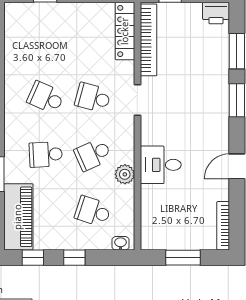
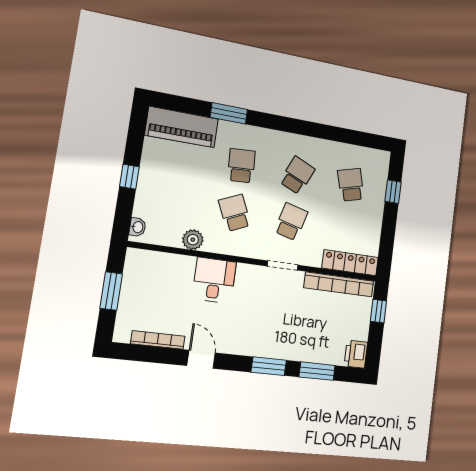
plant: (125, 174) -> (193, 240), moved
school desk: (93, 211) -> (351, 185), moved, turned -33
bookcase: (223, 226) -> (158, 340), moved
window: (33, 258) -> (136, 134), removed

